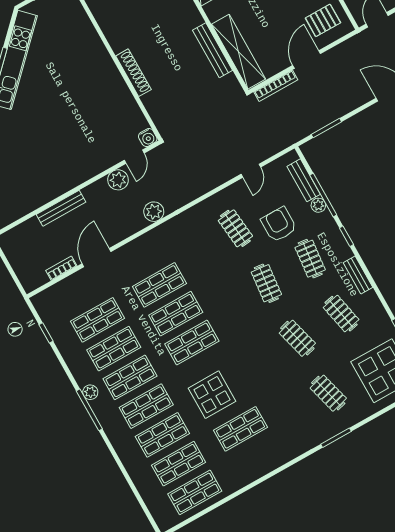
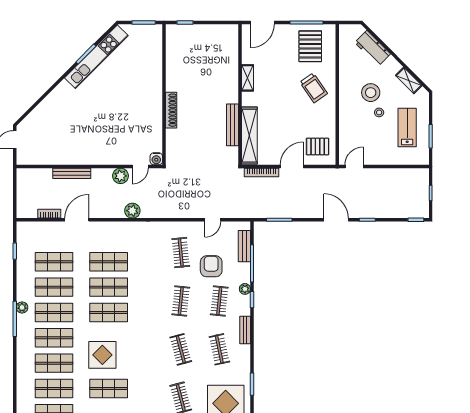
plant: (318, 205) -> (245, 289), moved

